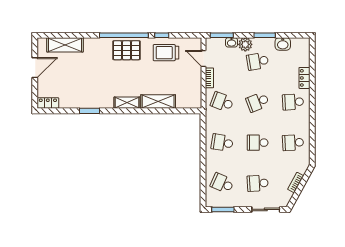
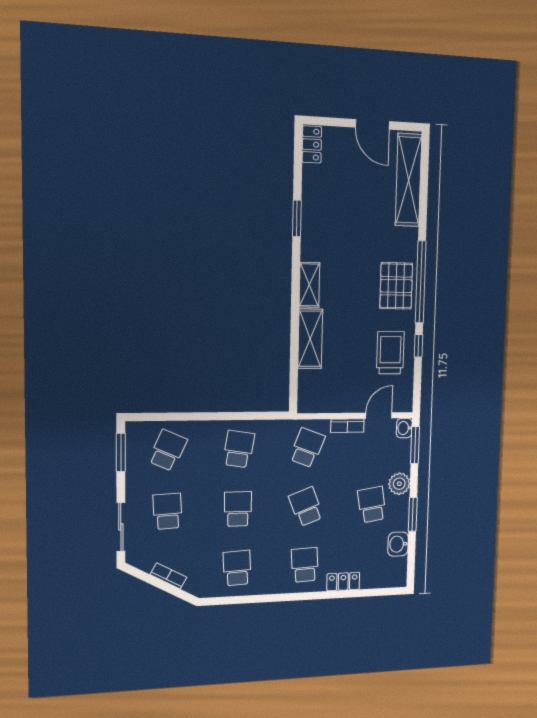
washbasin: (232, 42) -> (404, 428), moved
shelving: (65, 45) -> (408, 180), width x1.47

